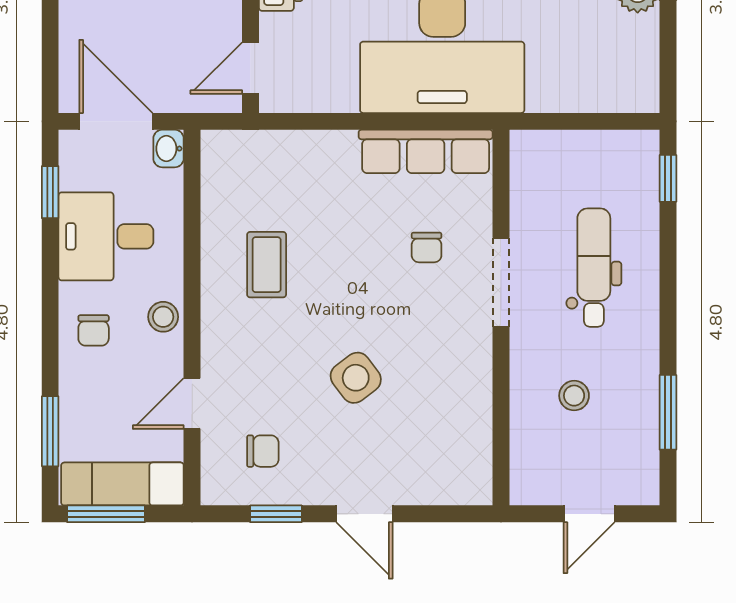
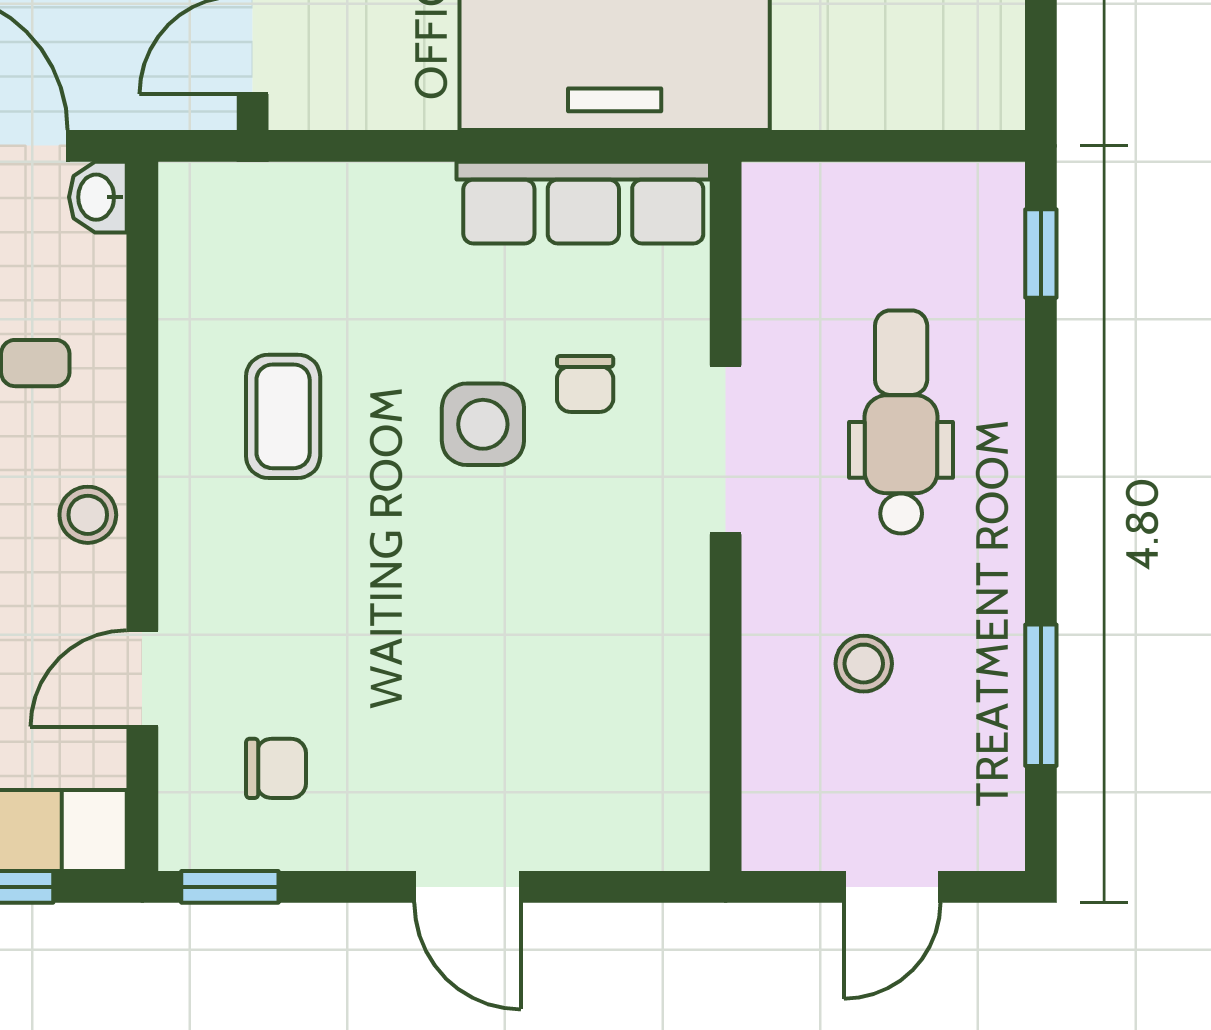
side table: (356, 378) -> (483, 424), moved, turned 37
window: (276, 514) -> (230, 887), moved

